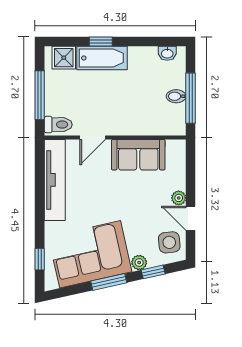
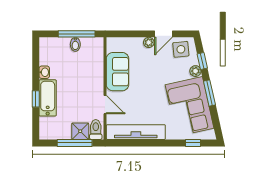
washbasin: (167, 53) -> (44, 72), moved
shower: (64, 58) -> (80, 131), moved

